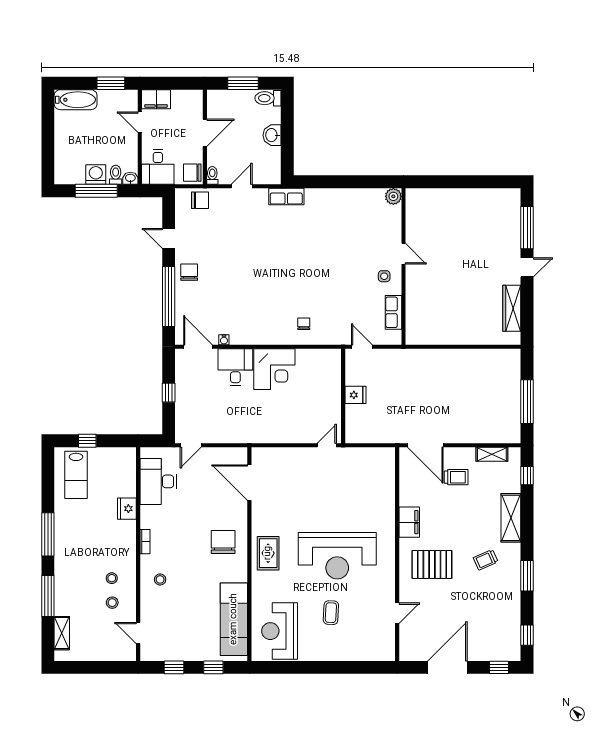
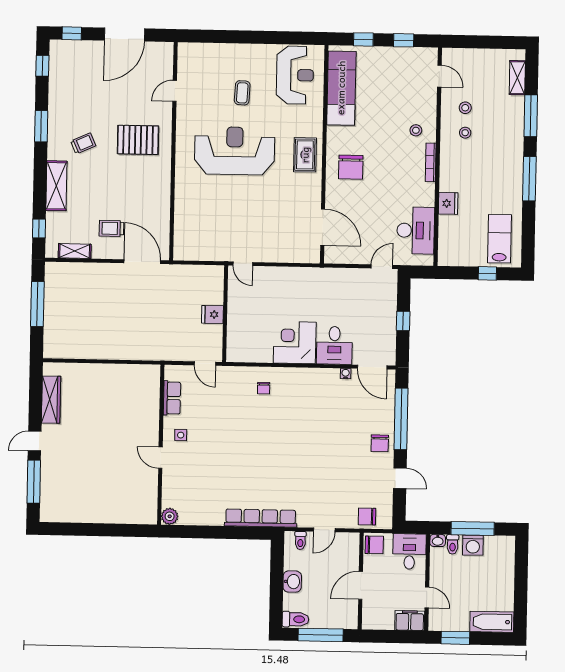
window: (243, 83) -> (321, 635), width x1.44
toilet: (212, 175) -> (300, 541), moved
row of seats: (286, 197) -> (261, 518), width x2.02
door: (327, 445) -> (243, 264), hinge flipped
filing cabinet: (409, 522) -> (160, 184), removed
bookcase: (145, 542) -> (431, 162), width x1.56

